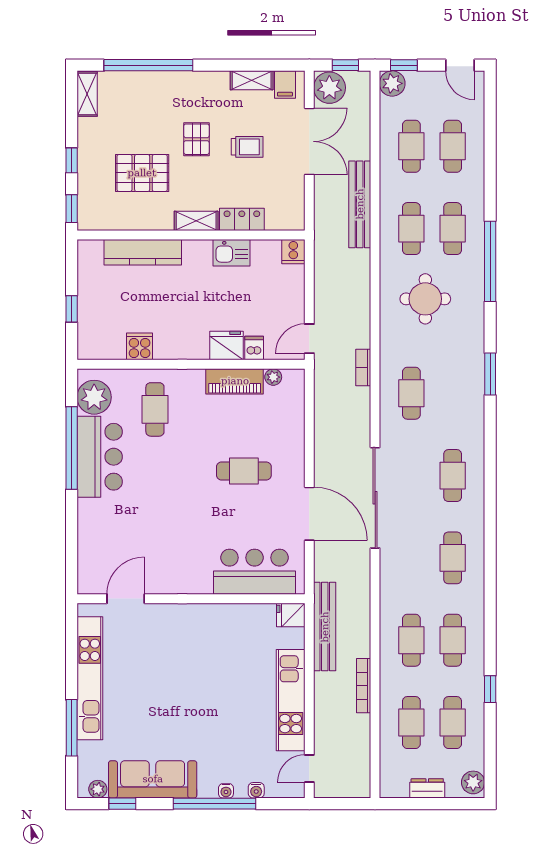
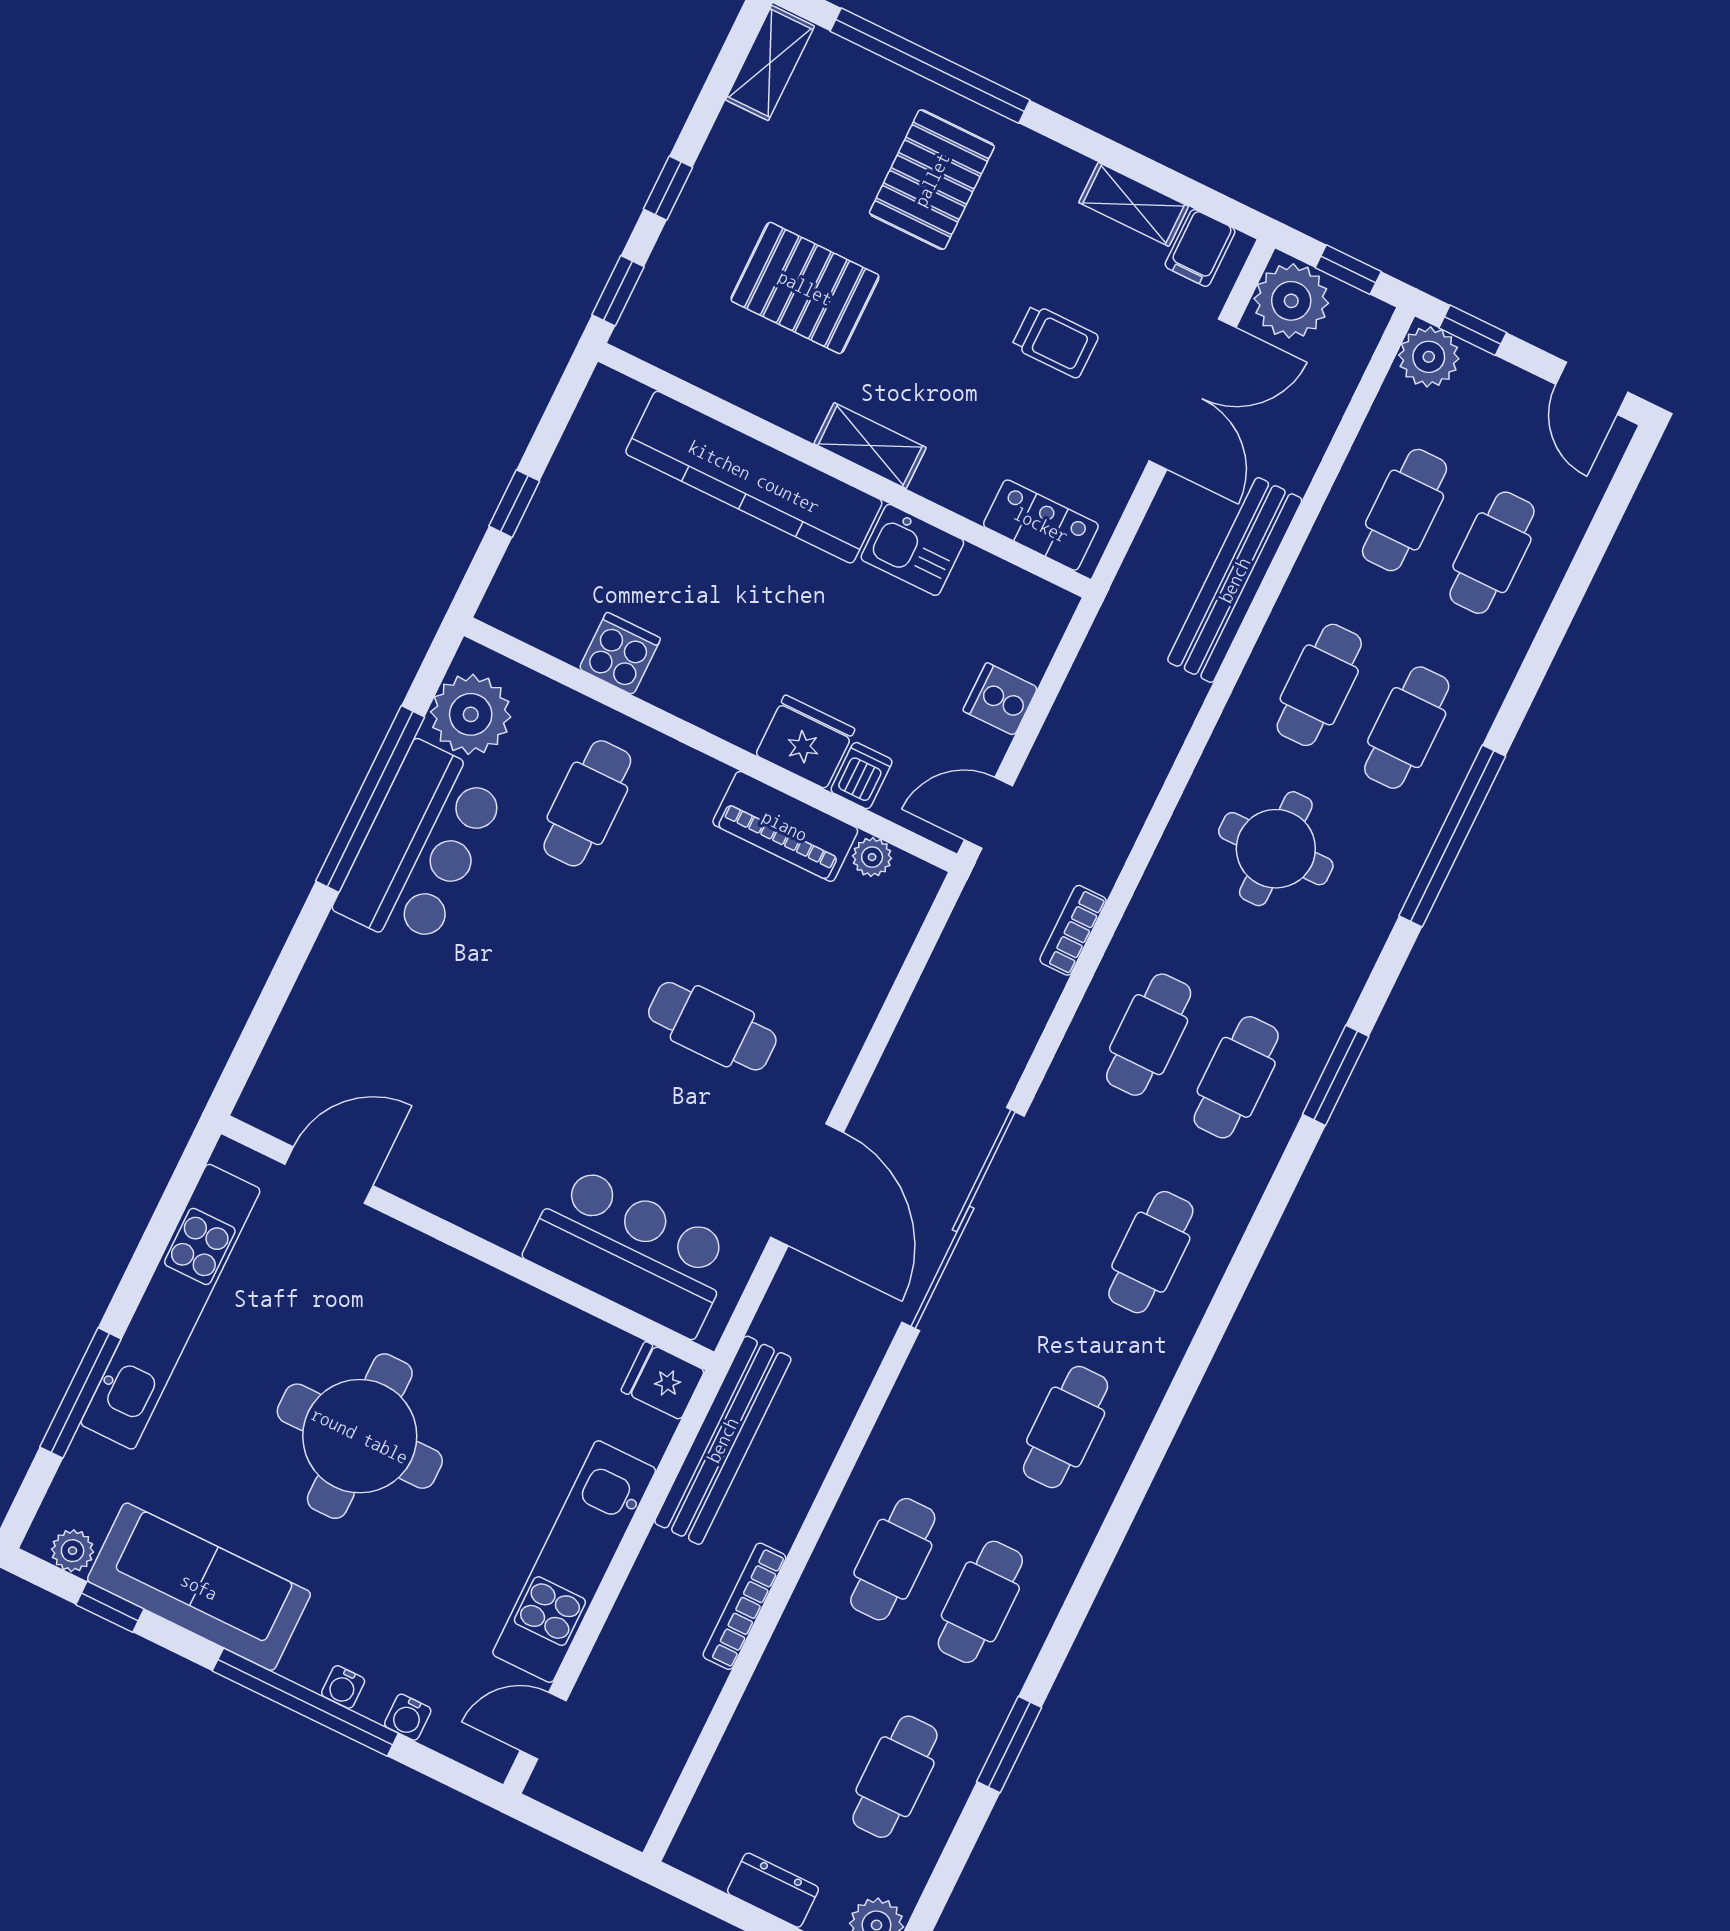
pallet: (196, 139) -> (932, 180), moved, width x1.50, depth x1.42
locker: (242, 219) -> (1041, 525), moved
kitchen counter: (143, 252) -> (754, 477), width x1.39, depth x1.17
cooker: (293, 252) -> (1000, 699), moved, turned 90
window: (490, 689) -> (1009, 1745), width x1.50
round table: (186, 692) -> (360, 1436), added
cafe table: (411, 723) -> (1236, 1077), moved

